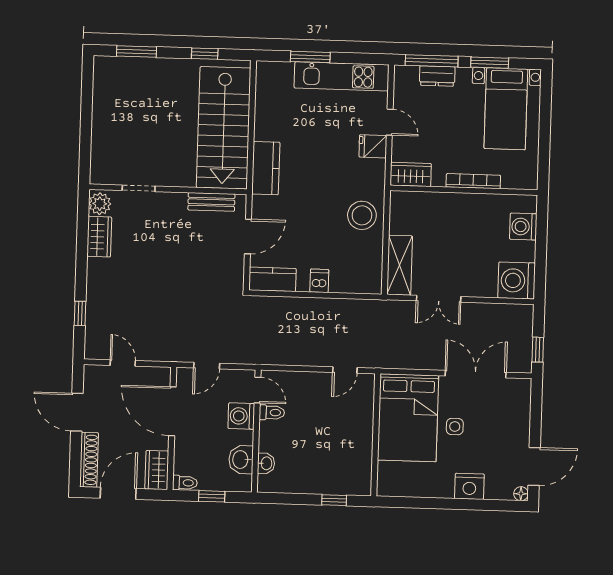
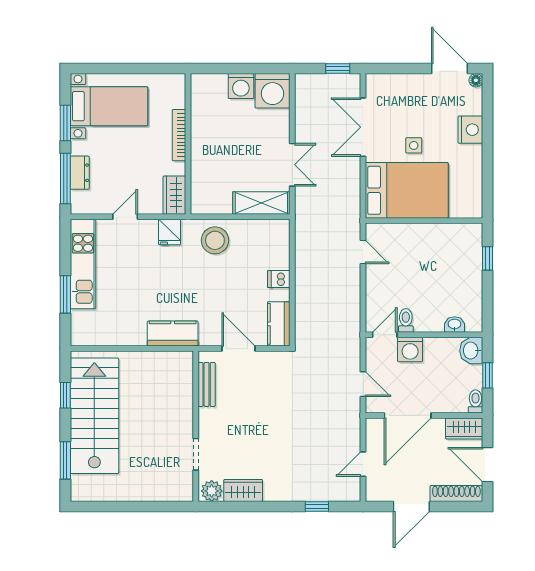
stairs: (224, 128) -> (94, 416), moved, turned -90
fridge: (373, 146) -> (170, 232), moved
washing machine: (523, 227) -> (241, 86), moved
washbasin: (241, 460) -> (471, 351), moved, turned 90

